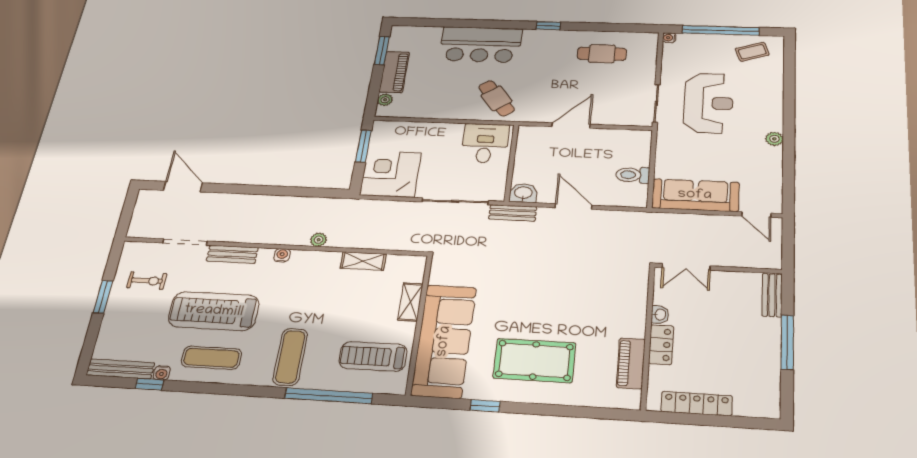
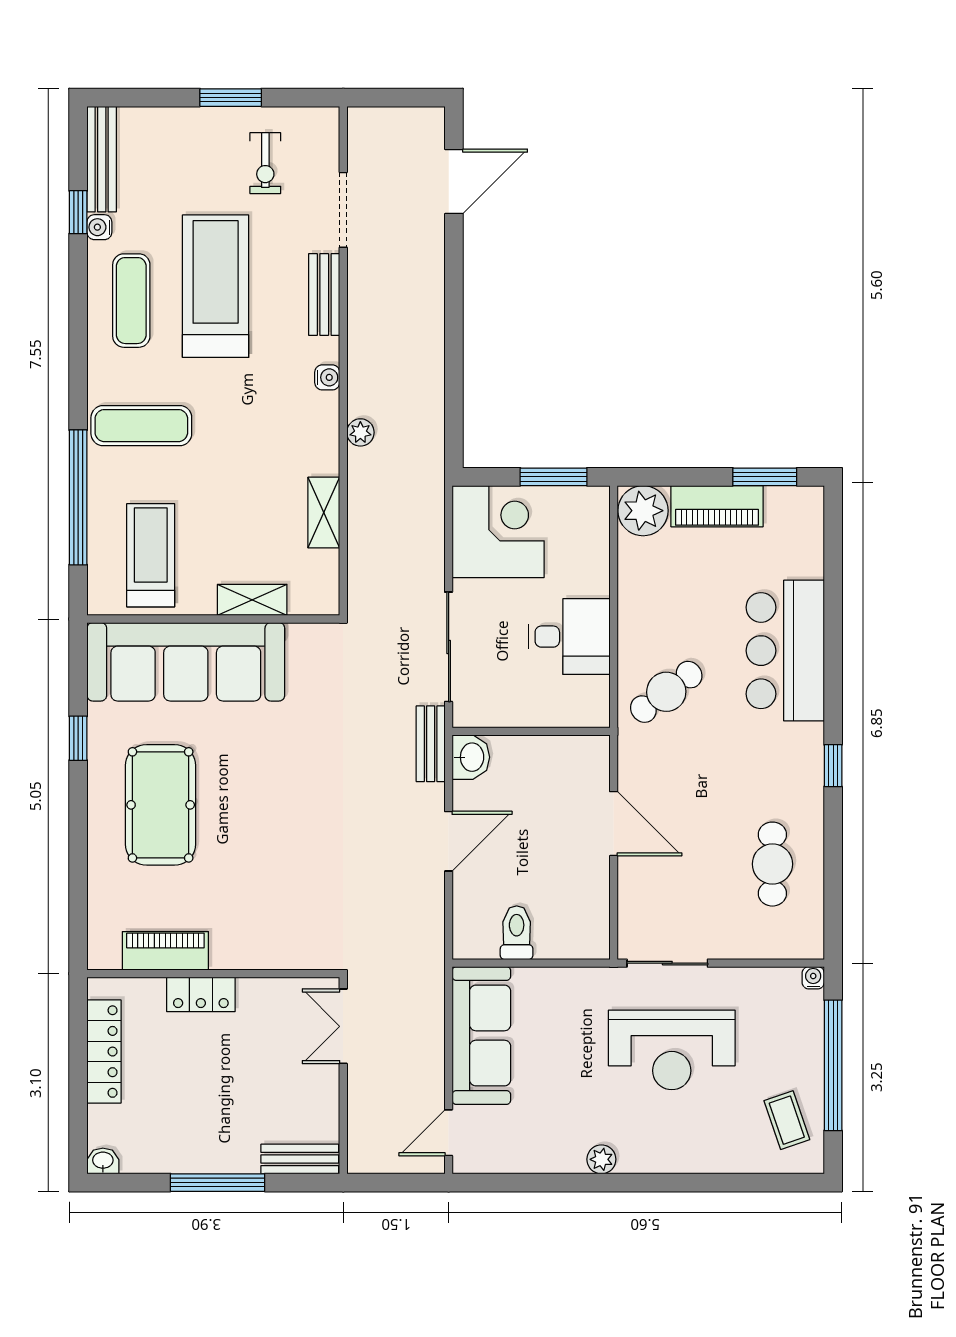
plant: (385, 100) -> (643, 511), width x1.88, depth x1.88
desk: (485, 143) -> (569, 637), moved
washbasin: (660, 315) -> (103, 1161), moved, turned 180

